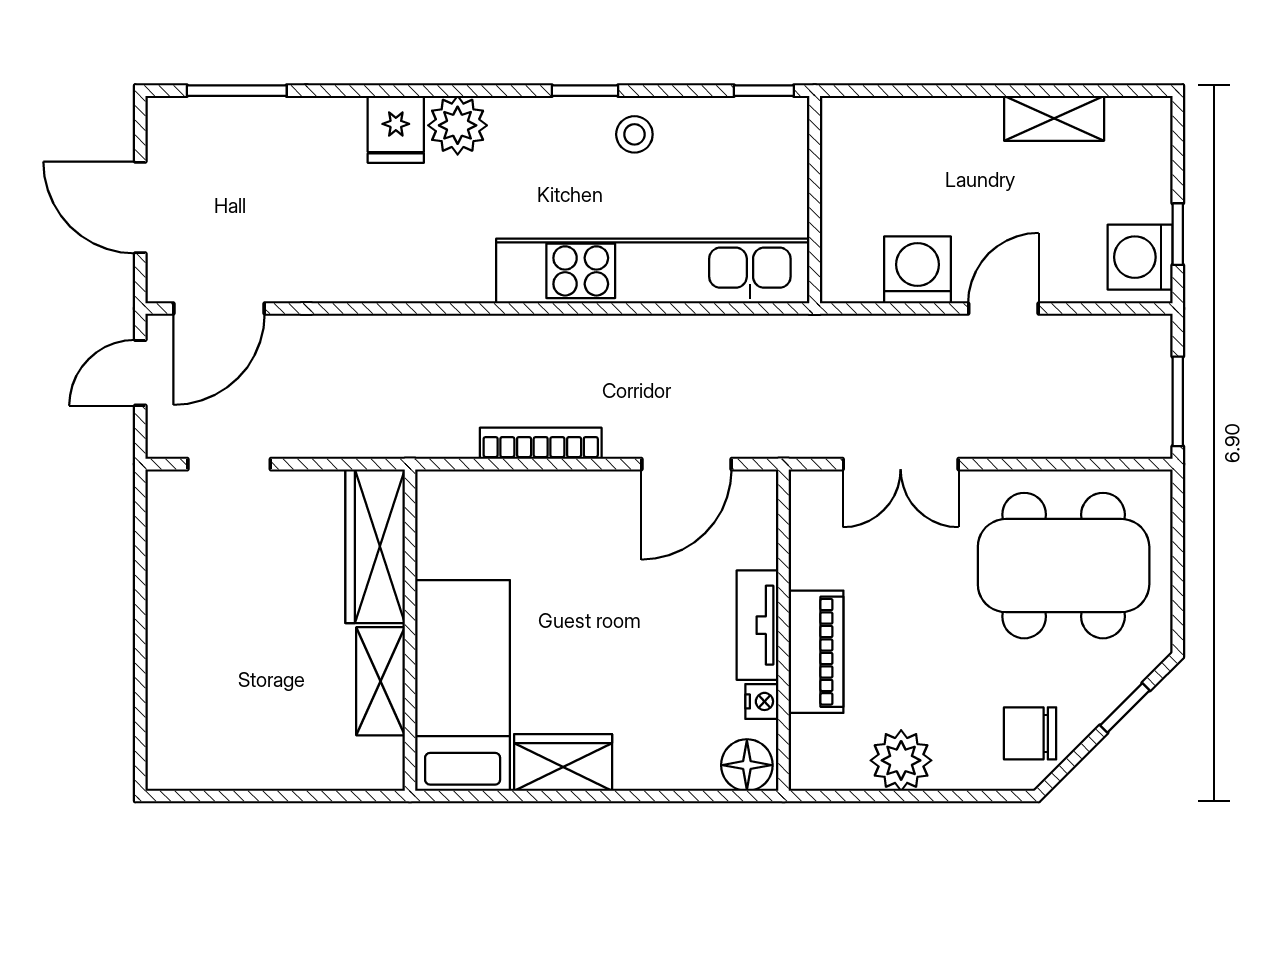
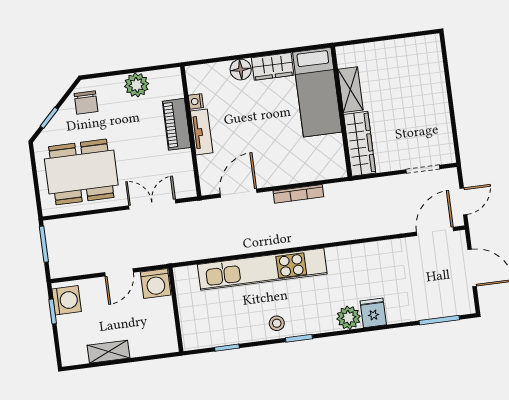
wall: (815, 200) -> (176, 310), moved
chair: (1030, 733) -> (86, 103), turned 90
floor lamp: (747, 765) -> (241, 70), moved

